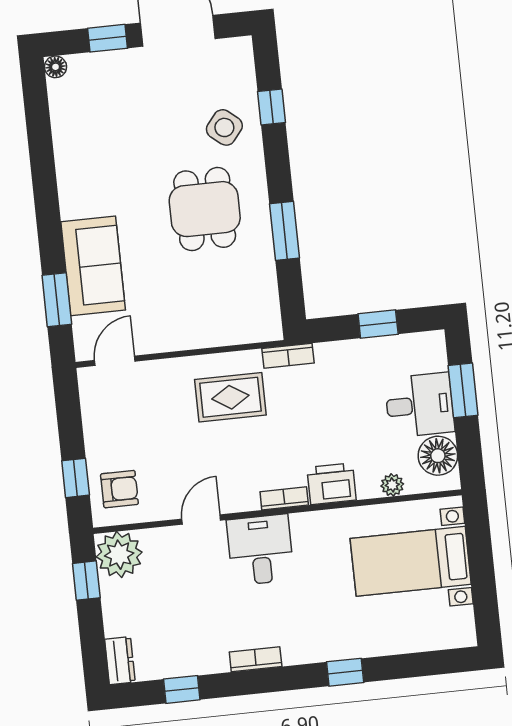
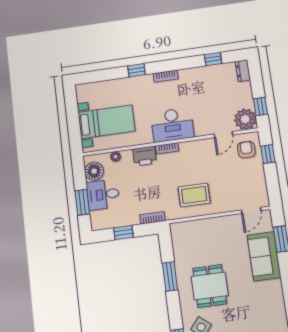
bookcase: (288, 356) -> (152, 218), moved
armchair: (119, 489) -> (246, 150), turned 90
door: (201, 520) -> (223, 135), moved
desk: (260, 550) -> (172, 125), width x1.37
bookcase: (256, 659) -> (166, 76), moved

